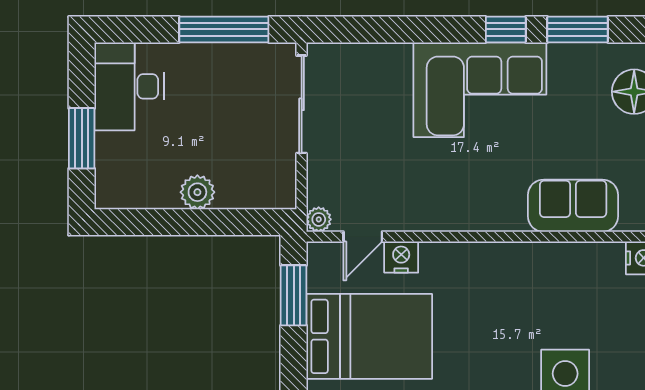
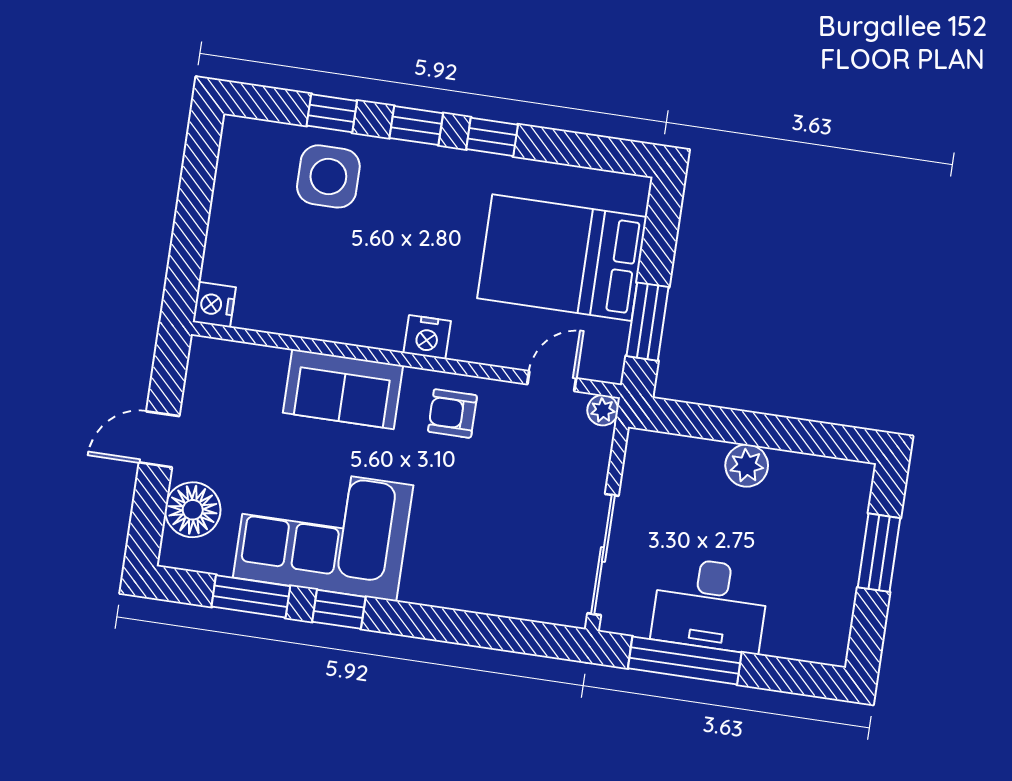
desk: (129, 86) -> (710, 605), moved, turned 90
corner sofa: (480, 90) -> (323, 531), moved
armchair: (438, 199) -> (452, 413), added
sofa: (573, 206) -> (343, 389), moved
nightstand: (401, 257) -> (427, 337), moved

